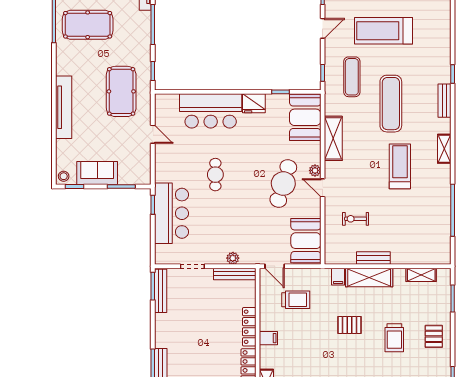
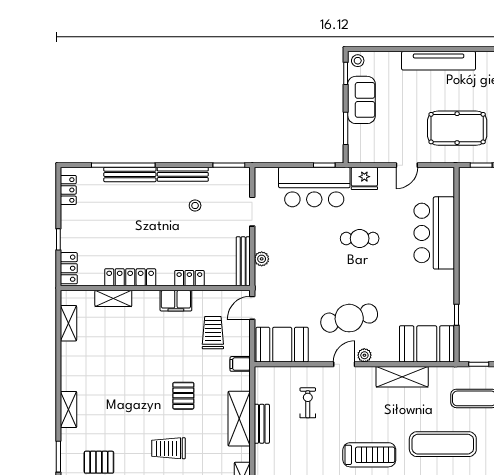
fridge: (254, 103) -> (364, 178), moved, turned -90
cafe table: (283, 184) -> (349, 318), turned -30
filing cabinet: (338, 277) -> (240, 364), moved
bench: (161, 291) -> (183, 174), moved
trolley: (296, 300) -> (213, 333), turned 180
stool: (187, 315) -> (195, 206), added
locker: (249, 327) -> (189, 278), width x0.66
filing cabinet: (268, 338) -> (176, 301), width x2.00

